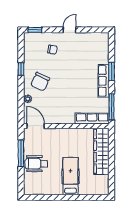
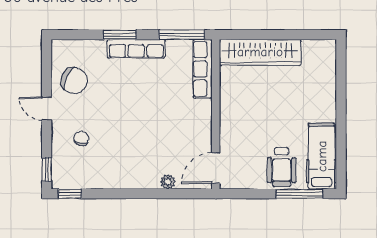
window: (21, 69) -> (70, 194), moved
chair: (40, 82) -> (74, 81), moved
window: (21, 153) -> (300, 194), moved
hospital bed: (71, 176) -> (322, 156), moved, turned 90

